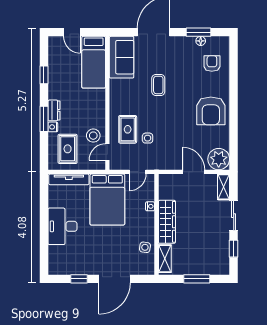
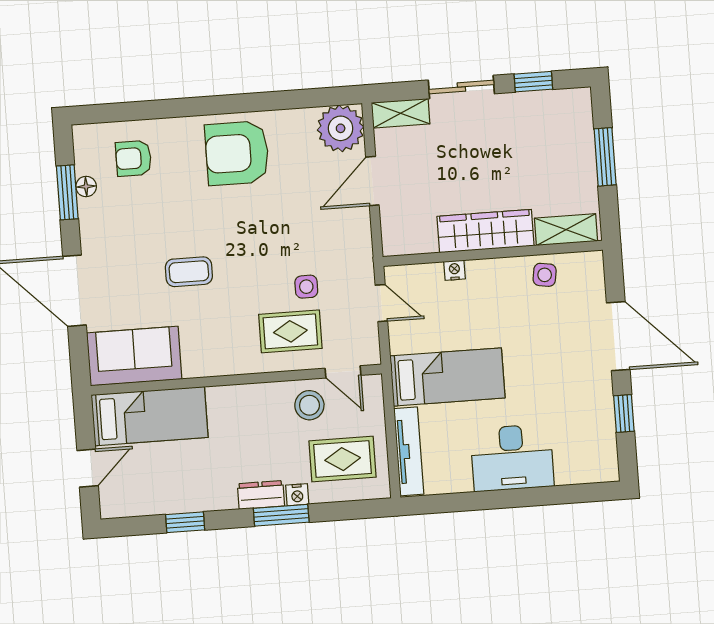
armchair: (211, 111) -> (237, 153), turned 180
bed: (107, 200) -> (447, 377), width x0.67

